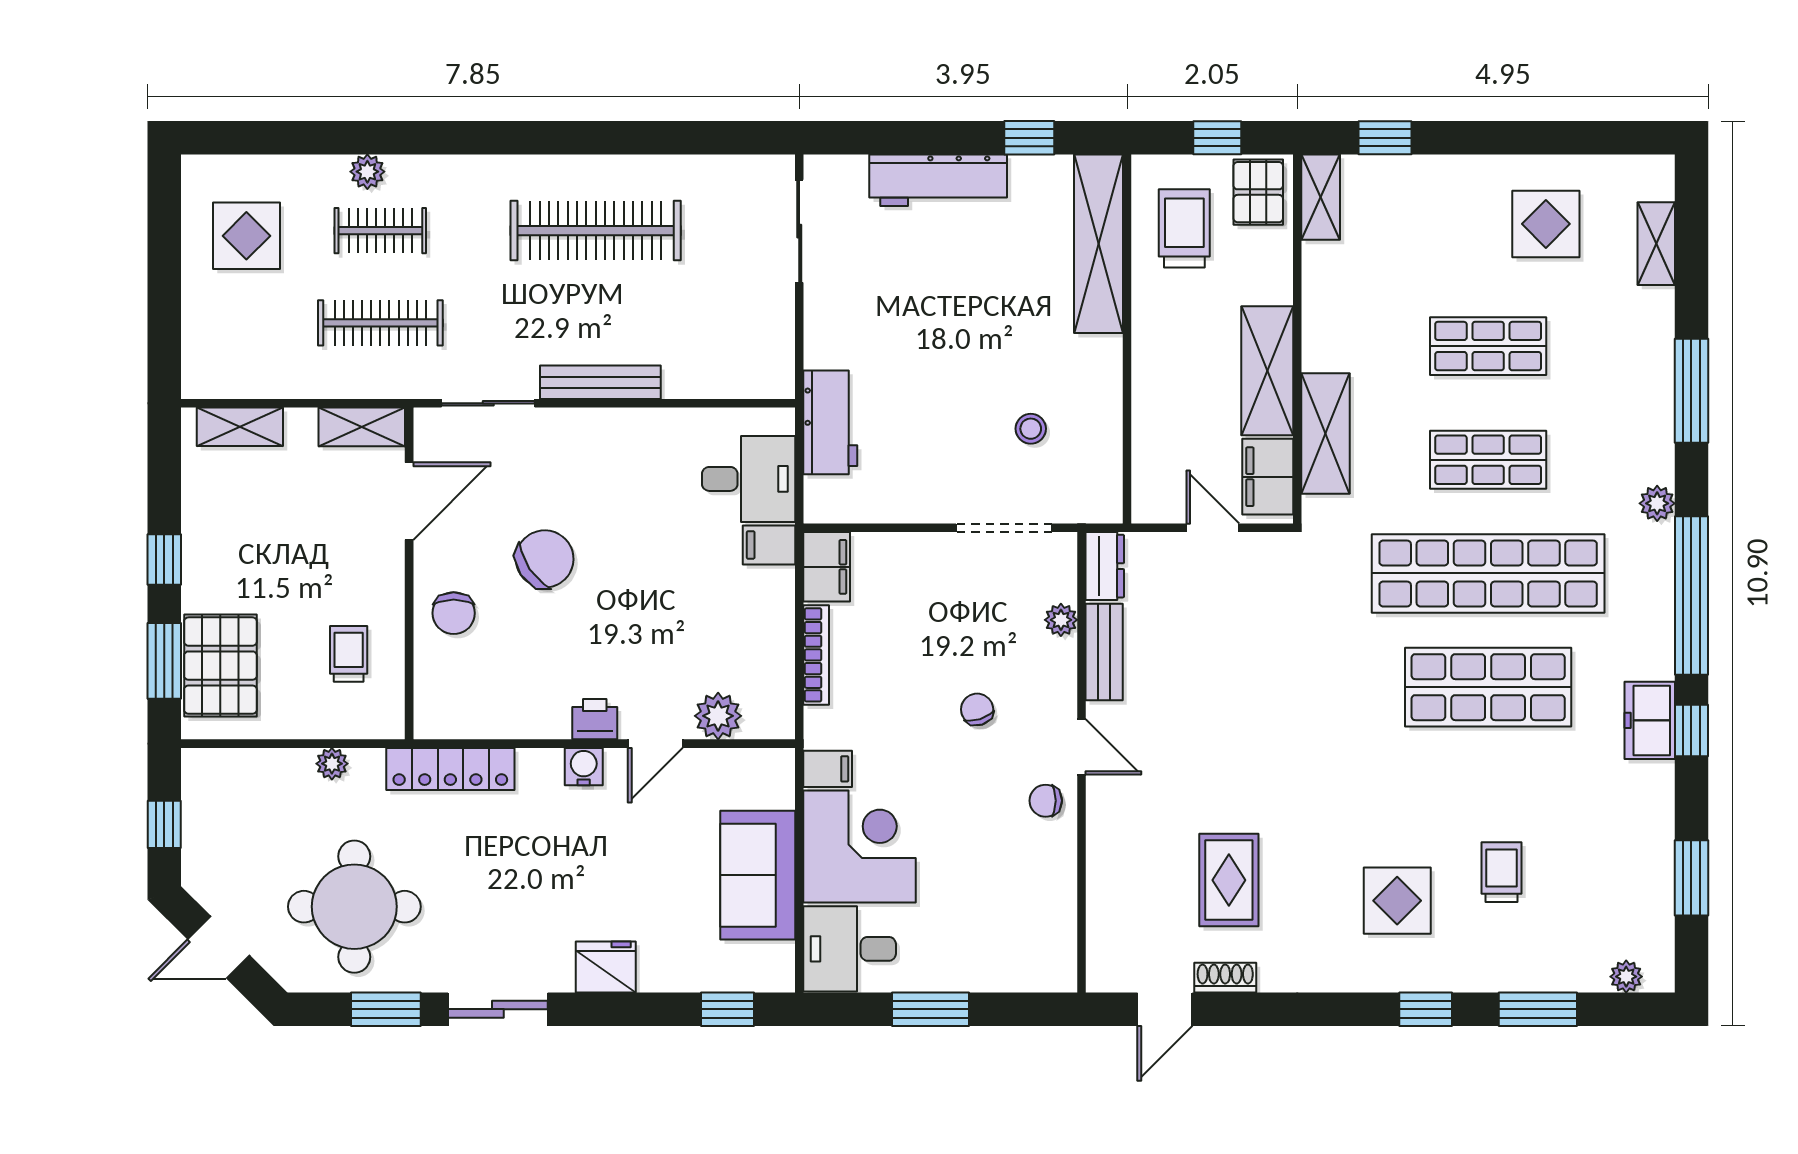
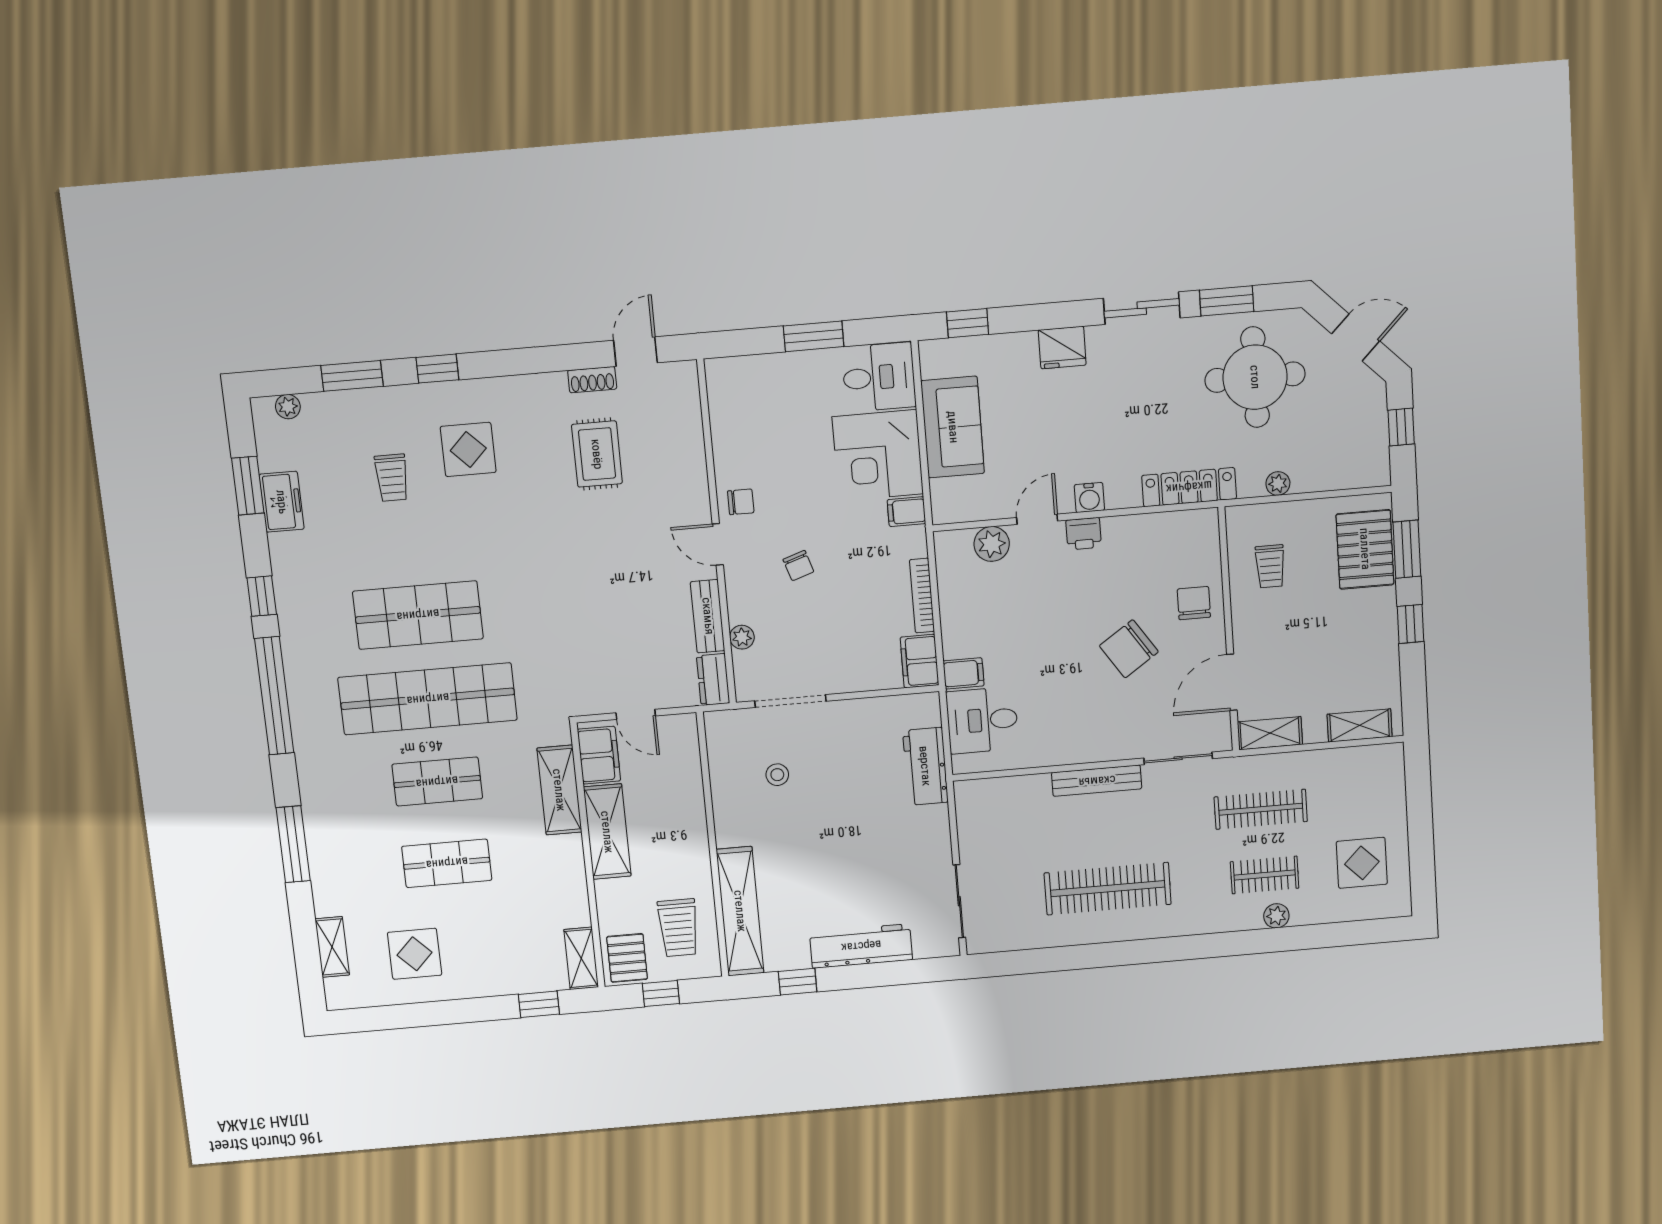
plant: (1657, 503) -> (308, 761), removed
freezer: (1650, 720) -> (282, 502), moved

